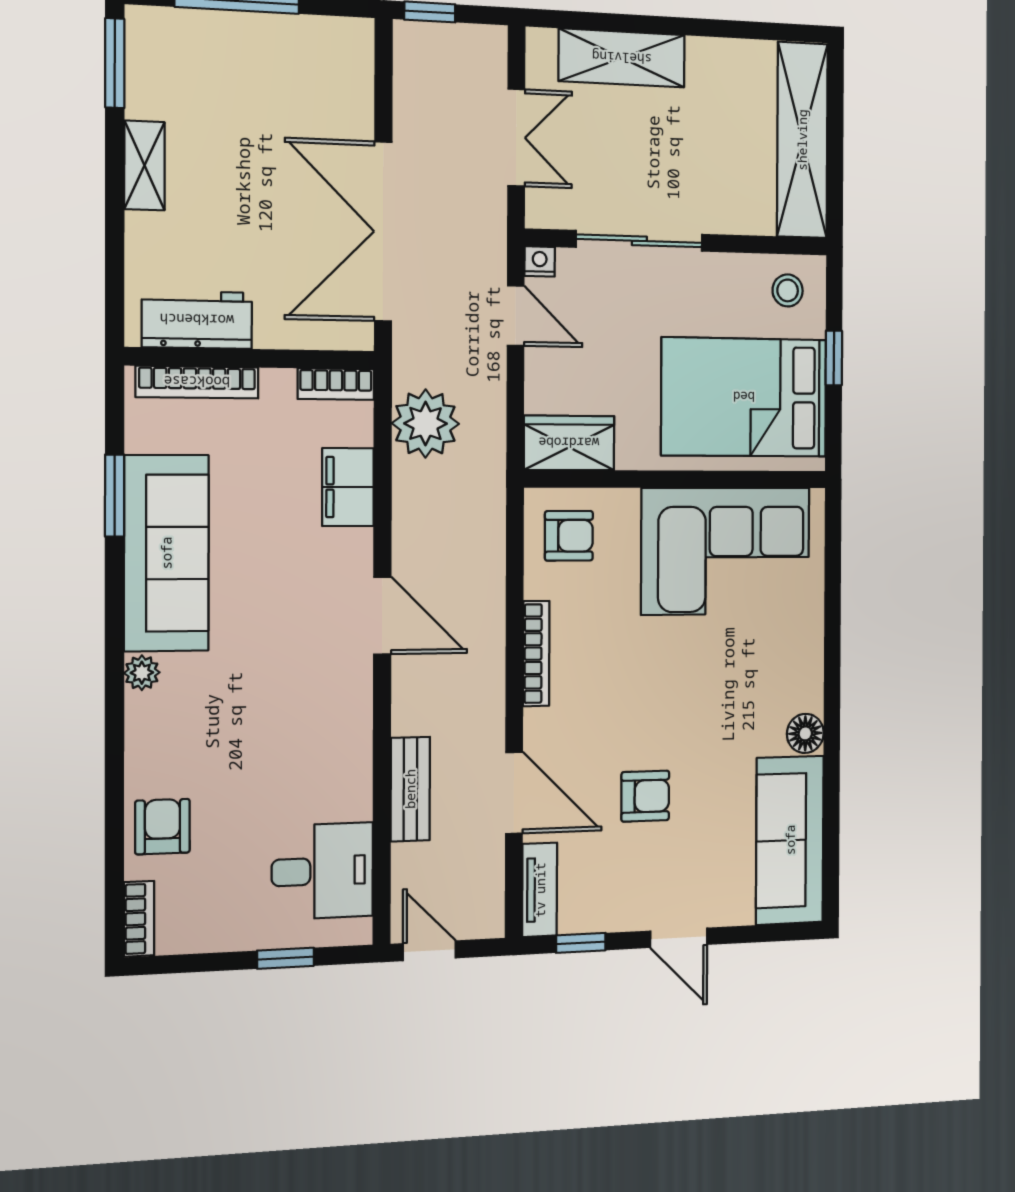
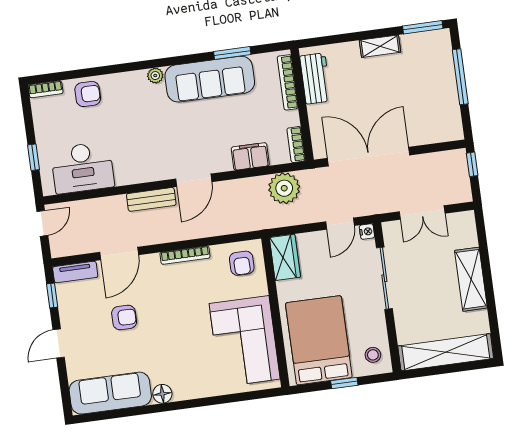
shelving: (622, 58) -> (471, 279), moved
bench: (410, 789) -> (151, 199), moved
armchair: (645, 796) -> (124, 317), turned -90
desk: (322, 871) -> (82, 168), width x1.37

